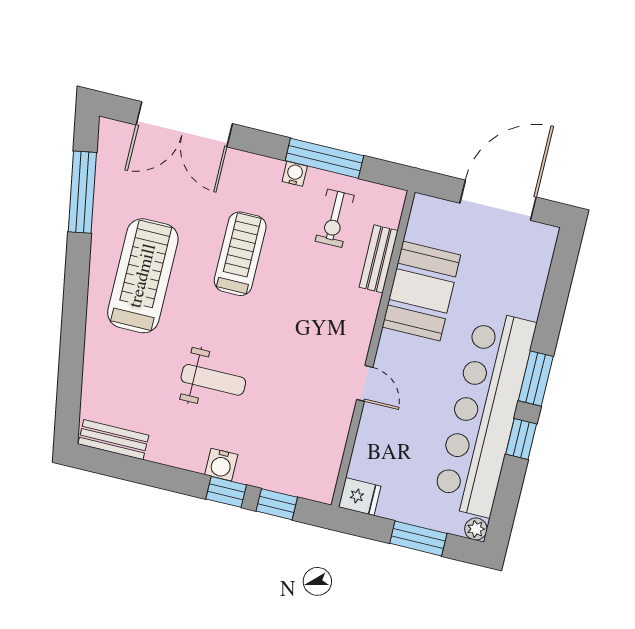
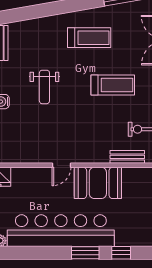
treadmill: (143, 276) -> (89, 38), width x0.73, depth x0.73
booth: (421, 291) -> (98, 183), moved
window: (521, 439) -> (121, 253), moved

